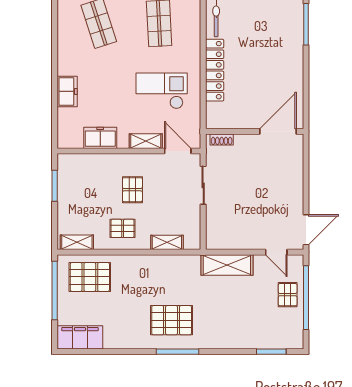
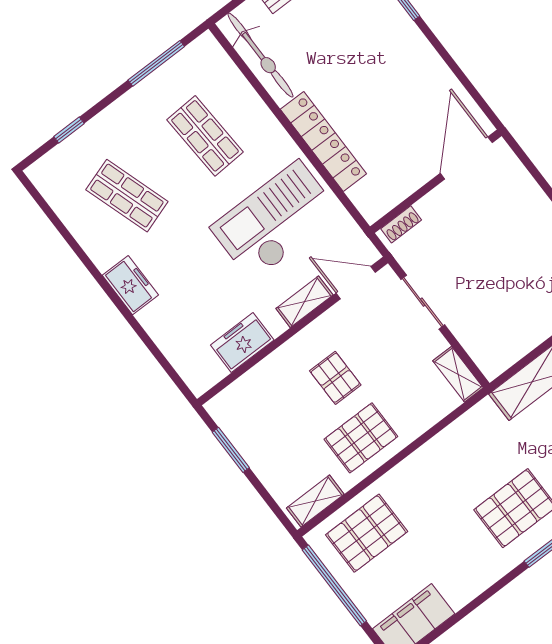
freezer: (67, 91) -> (130, 285), moved
checkout: (162, 91) -> (275, 221), width x1.36, depth x1.21
pallet: (123, 228) -> (361, 438), width x1.50, depth x1.42
shelving: (167, 242) -> (458, 374), moved, turned 90

